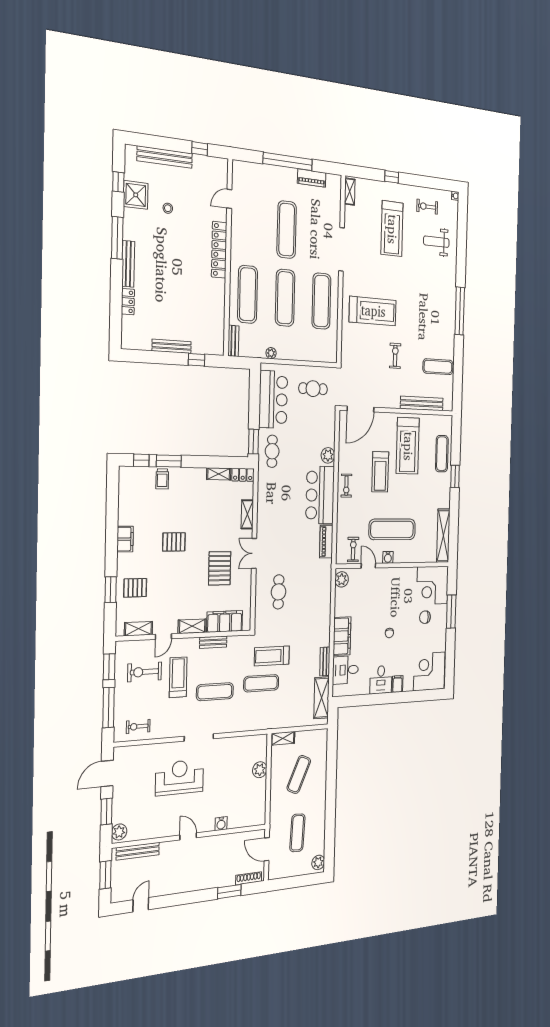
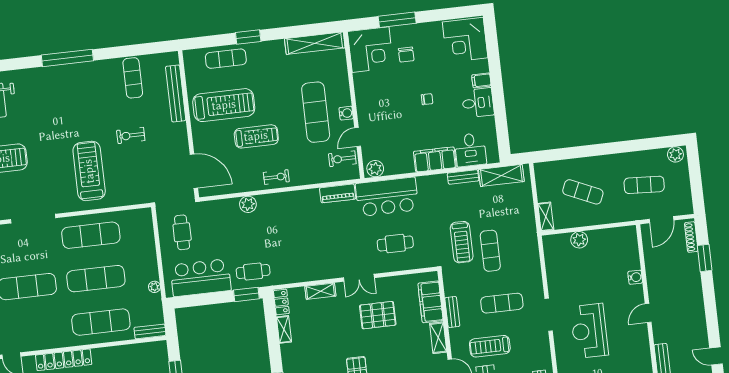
bar counter: (320, 495) -> (387, 197), moved
exercise mat: (215, 692) -> (502, 303), turned 90

